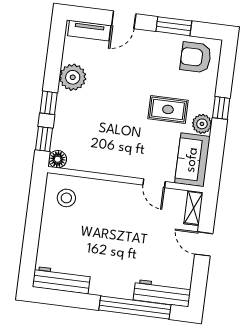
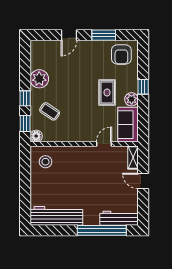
tv unit: (89, 31) -> (46, 46), removed
armchair: (196, 57) -> (121, 54), turned -90
rug: (168, 109) -> (107, 92), turned 90
coffee table: (82, 126) -> (50, 111), added
door: (154, 183) -> (104, 144), swing flipped
workbench: (61, 280) -> (56, 216), width x1.36, depth x1.32

